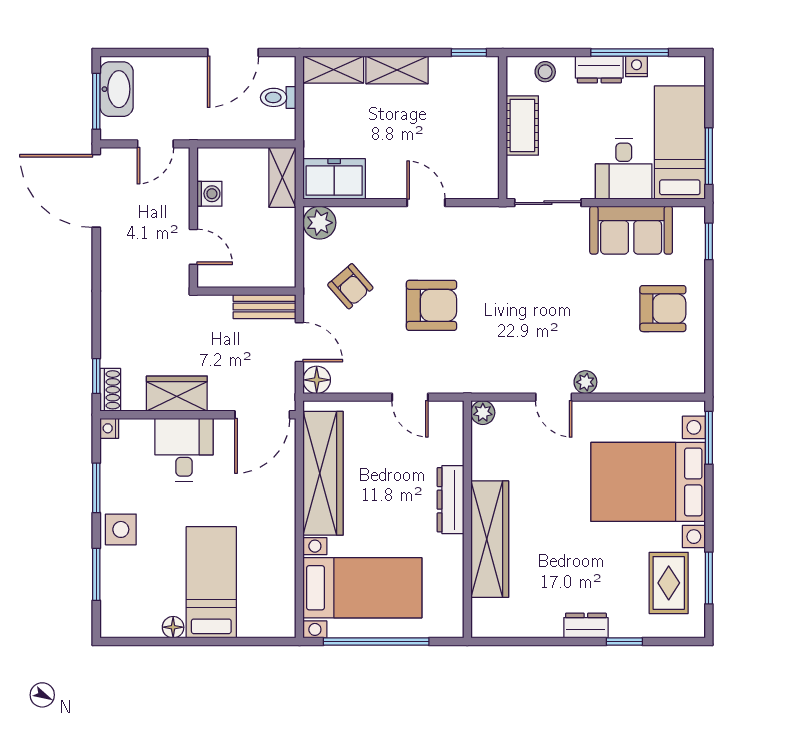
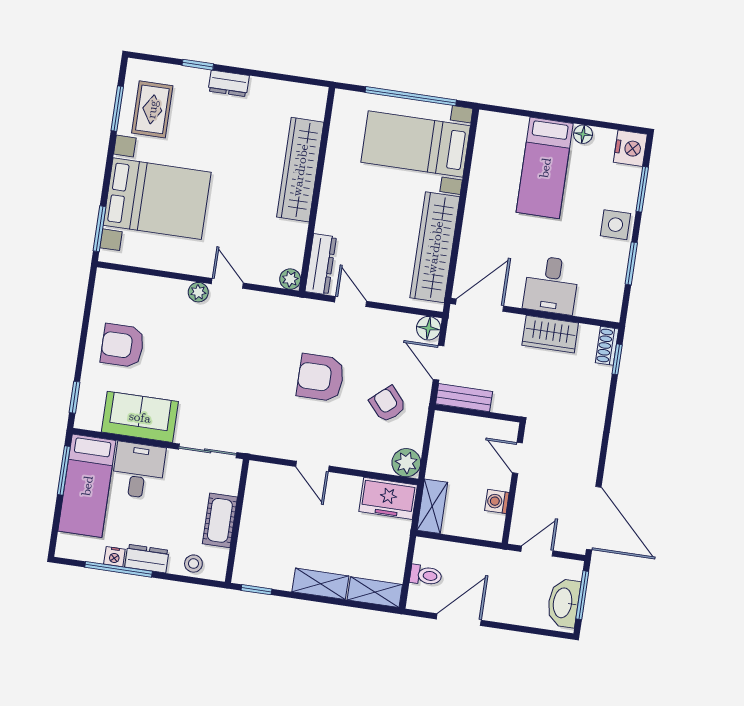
nightstand: (109, 428) -> (630, 148), moved, width x1.89, depth x1.79
dresser: (450, 500) -> (321, 264), moved

